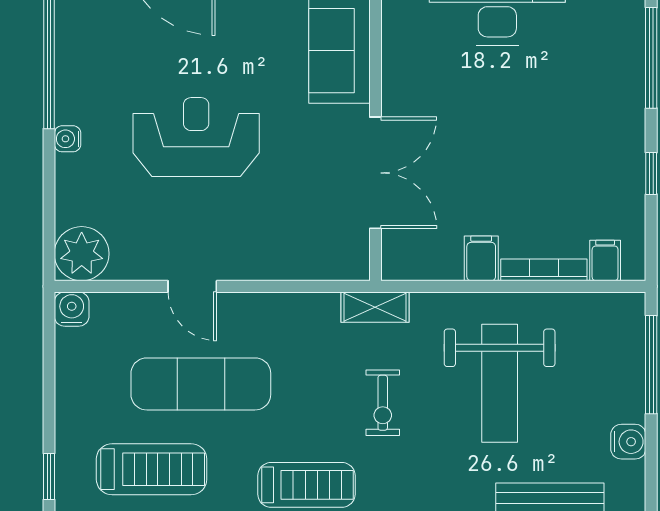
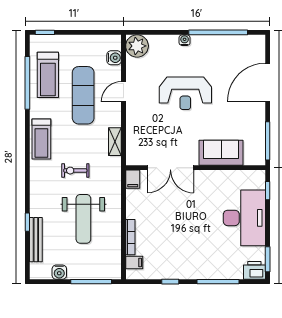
reception desk: (196, 137) -> (185, 93), turned 90
filing cabinet: (481, 258) -> (133, 179), moved, turned 90
shelving: (375, 307) -> (115, 142), moved
water cooler: (72, 309) -> (114, 58), moved
weight bench: (500, 383) -> (83, 219), turned -90

